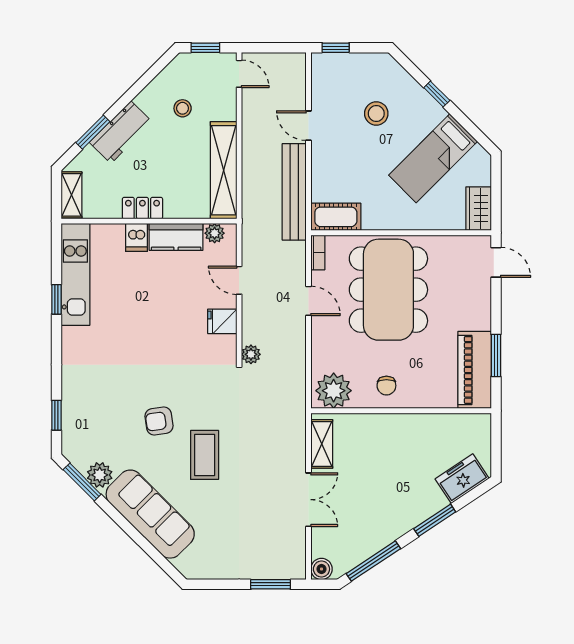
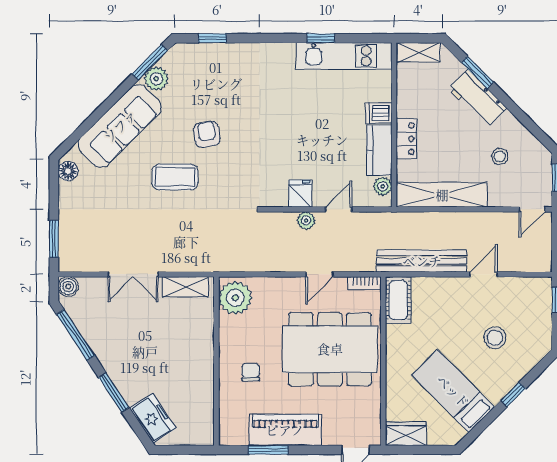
locker: (142, 208) -> (406, 139), moved
plant: (251, 354) -> (306, 220), moved
piano: (475, 370) -> (285, 430), moved
chair: (386, 386) -> (251, 372), moved, turned 90
floor lamp: (198, 569) -> (68, 171), added

